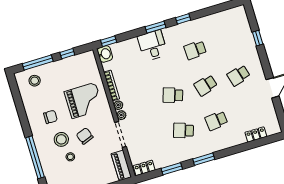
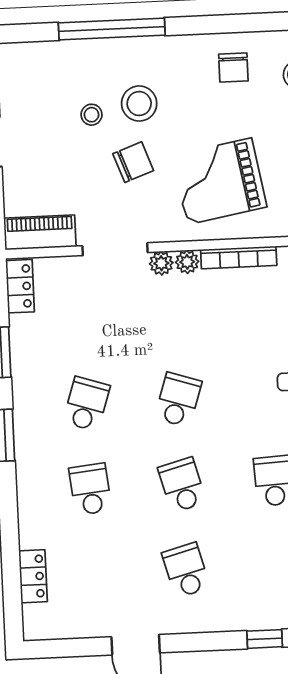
grand piano: (84, 101) -> (219, 181), turned 80
chair: (50, 117) -> (233, 67), moved

